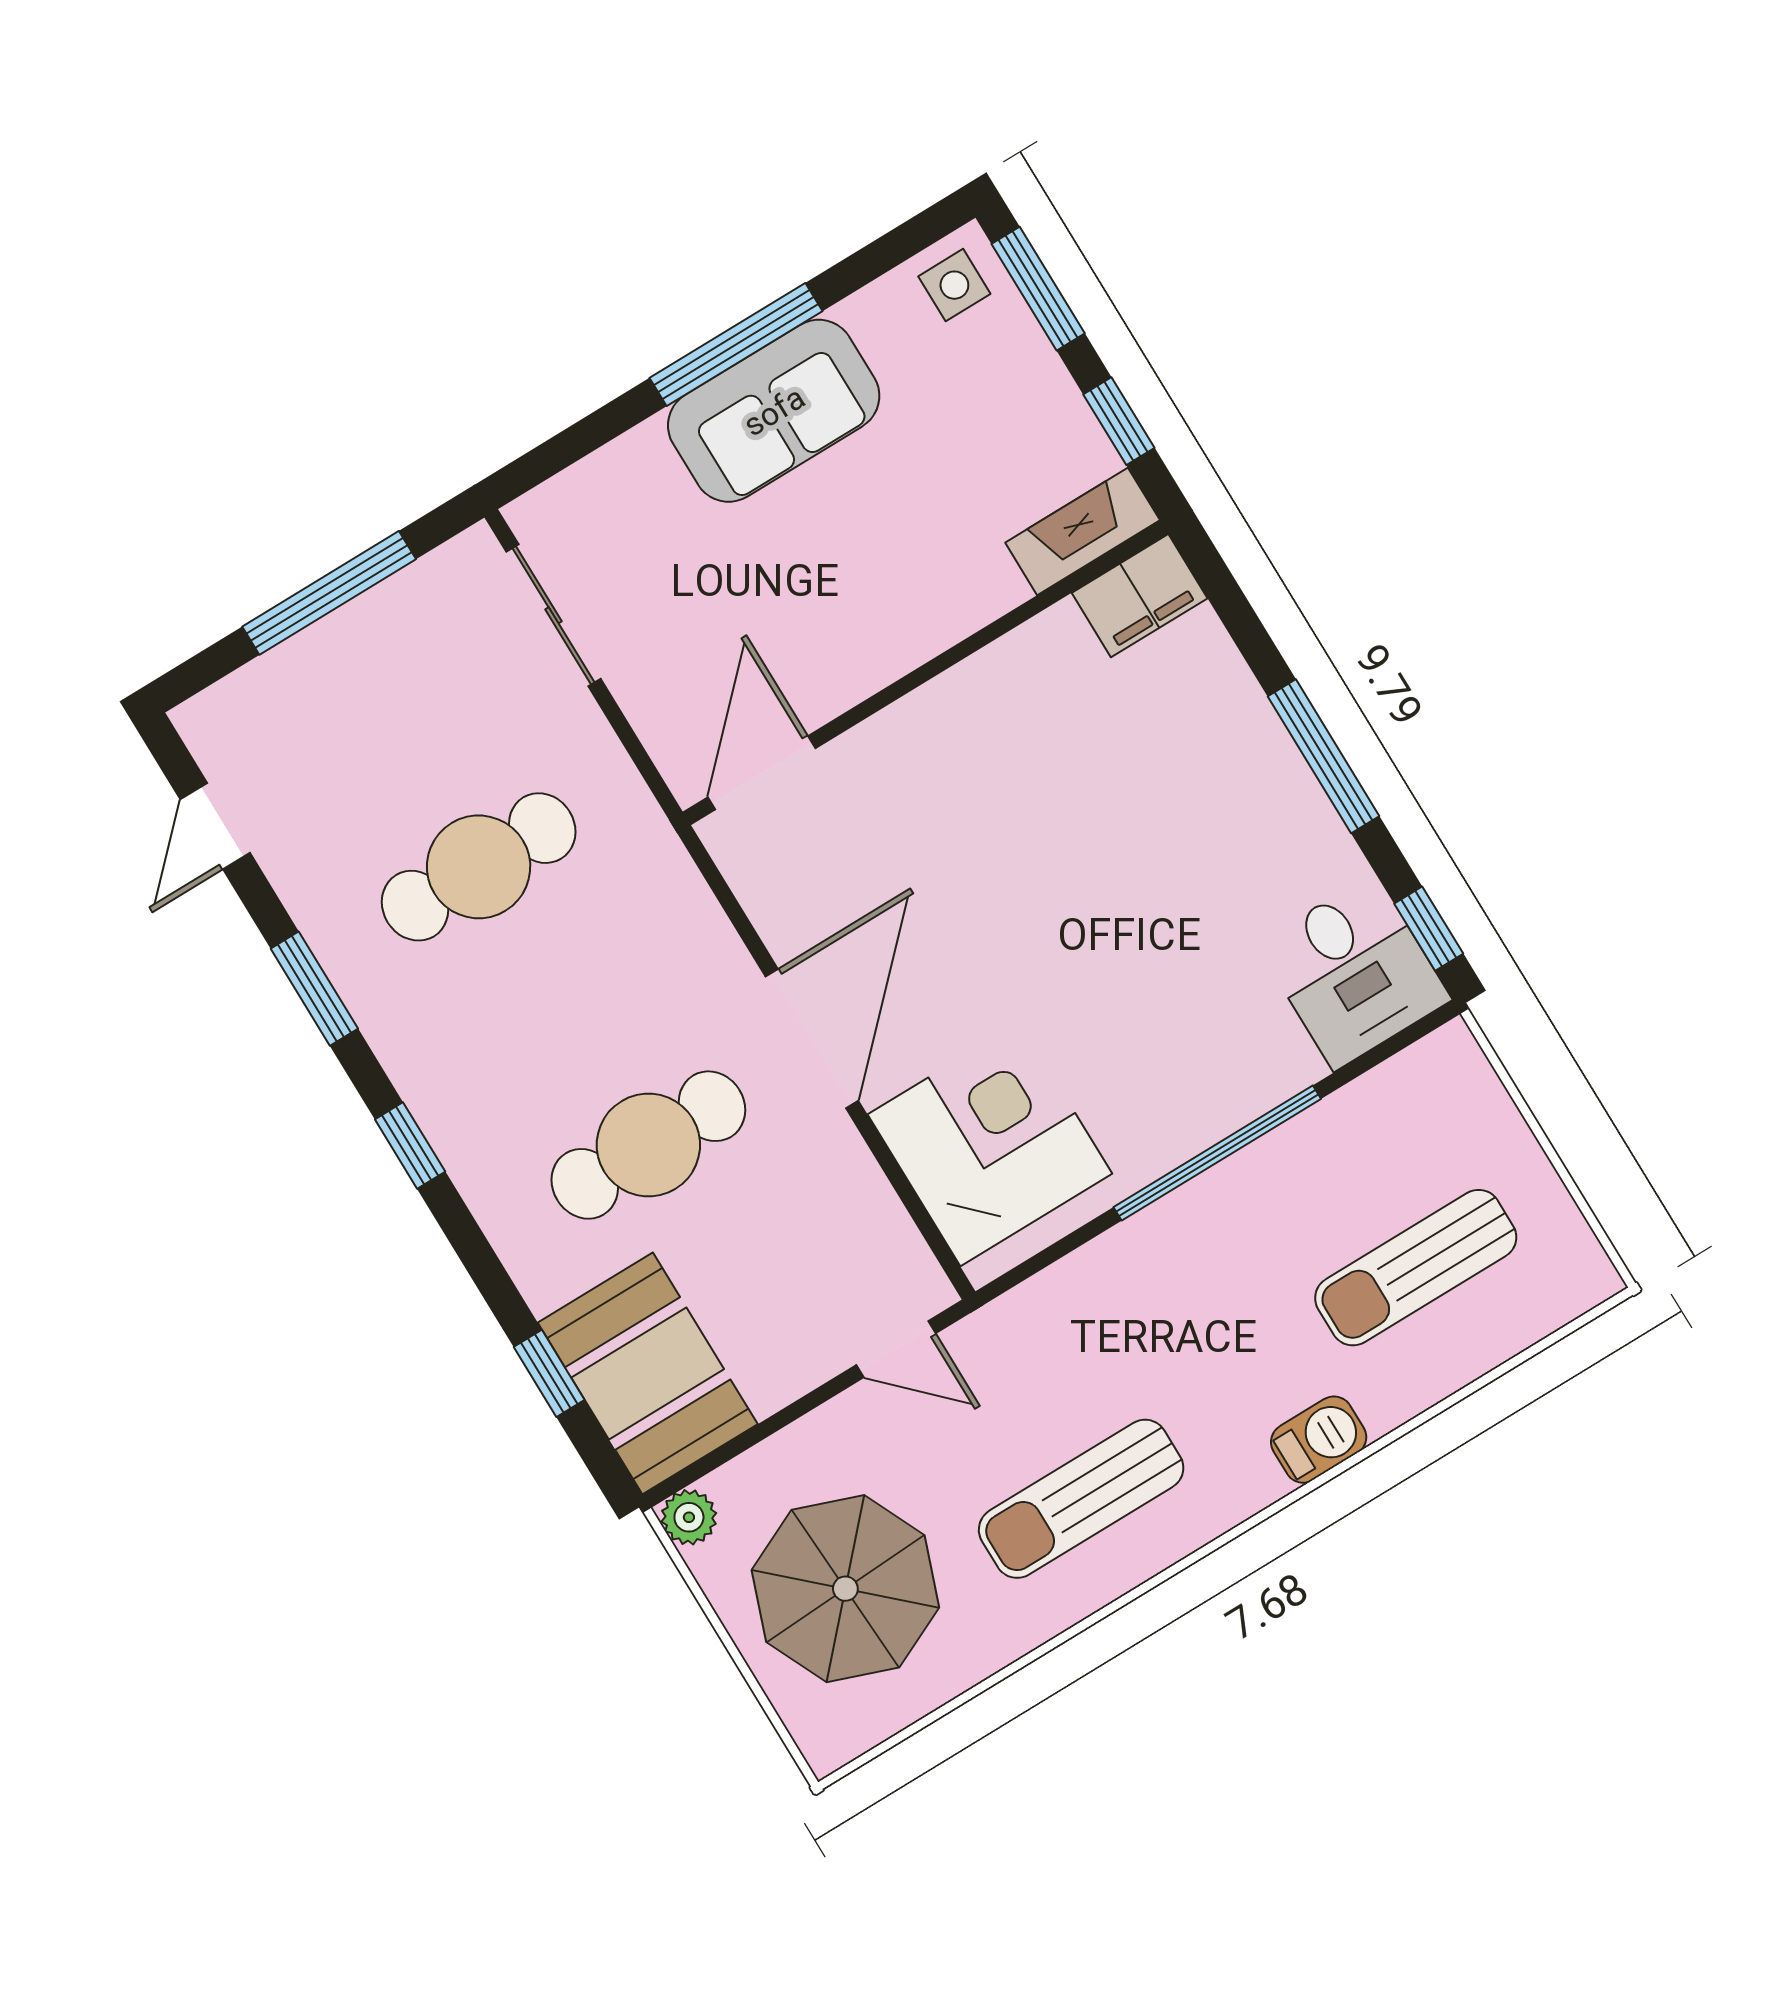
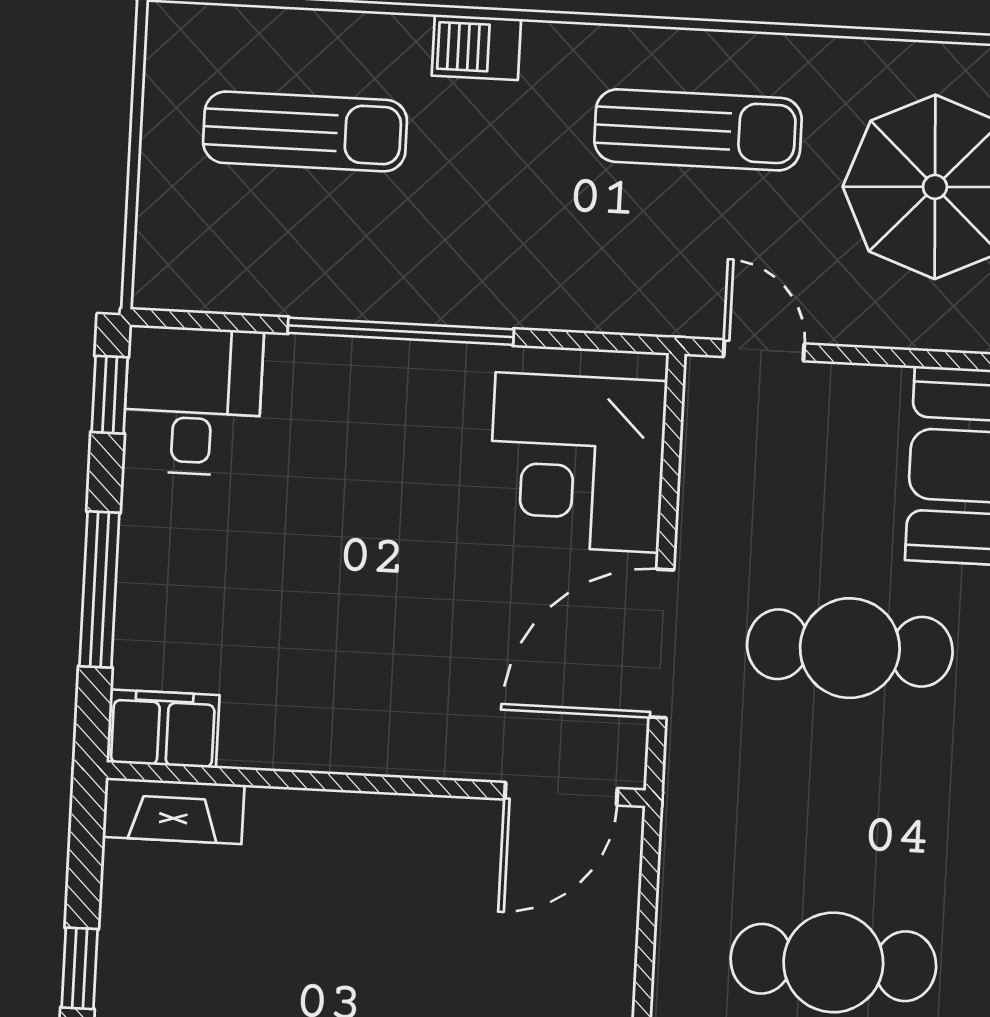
fireplace: (1083, 531) -> (174, 811), moved
filing cabinet: (1140, 596) -> (163, 729), moved
wall: (925, 673) -> (376, 784), moved
door: (762, 773) -> (561, 794), moved

